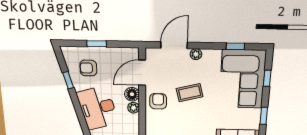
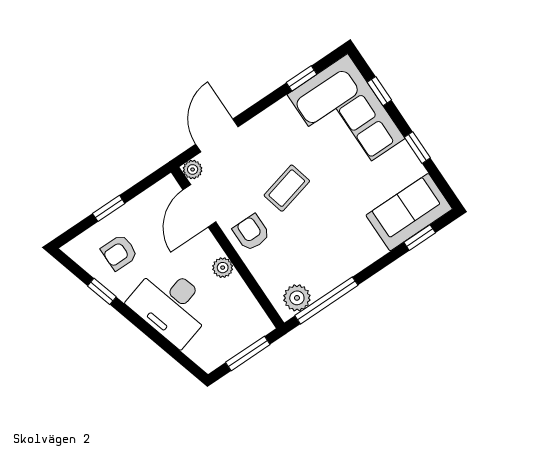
plant: (196, 54) -> (193, 169), moved
floor lamp: (132, 94) -> (207, 248), removed

